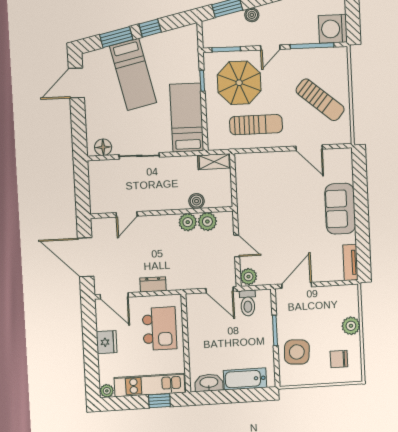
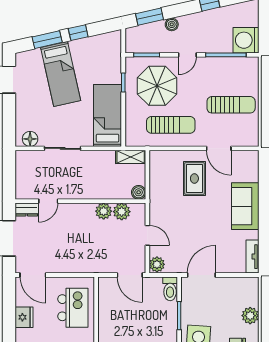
sun lounger: (320, 100) -> (231, 105), turned -40
rug: (284, 182) -> (194, 178), added
boiler: (197, 201) -> (139, 192), moved
dresser: (153, 284) -> (27, 210), moved, turned 180
toilet: (248, 303) -> (170, 289), moved

